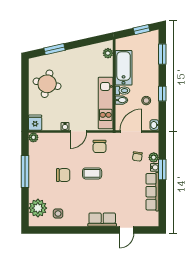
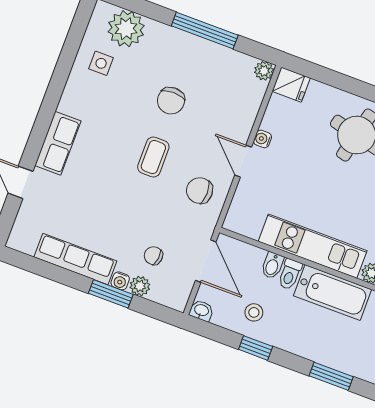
kitchen unit: (106, 103) -> (313, 246), moved

